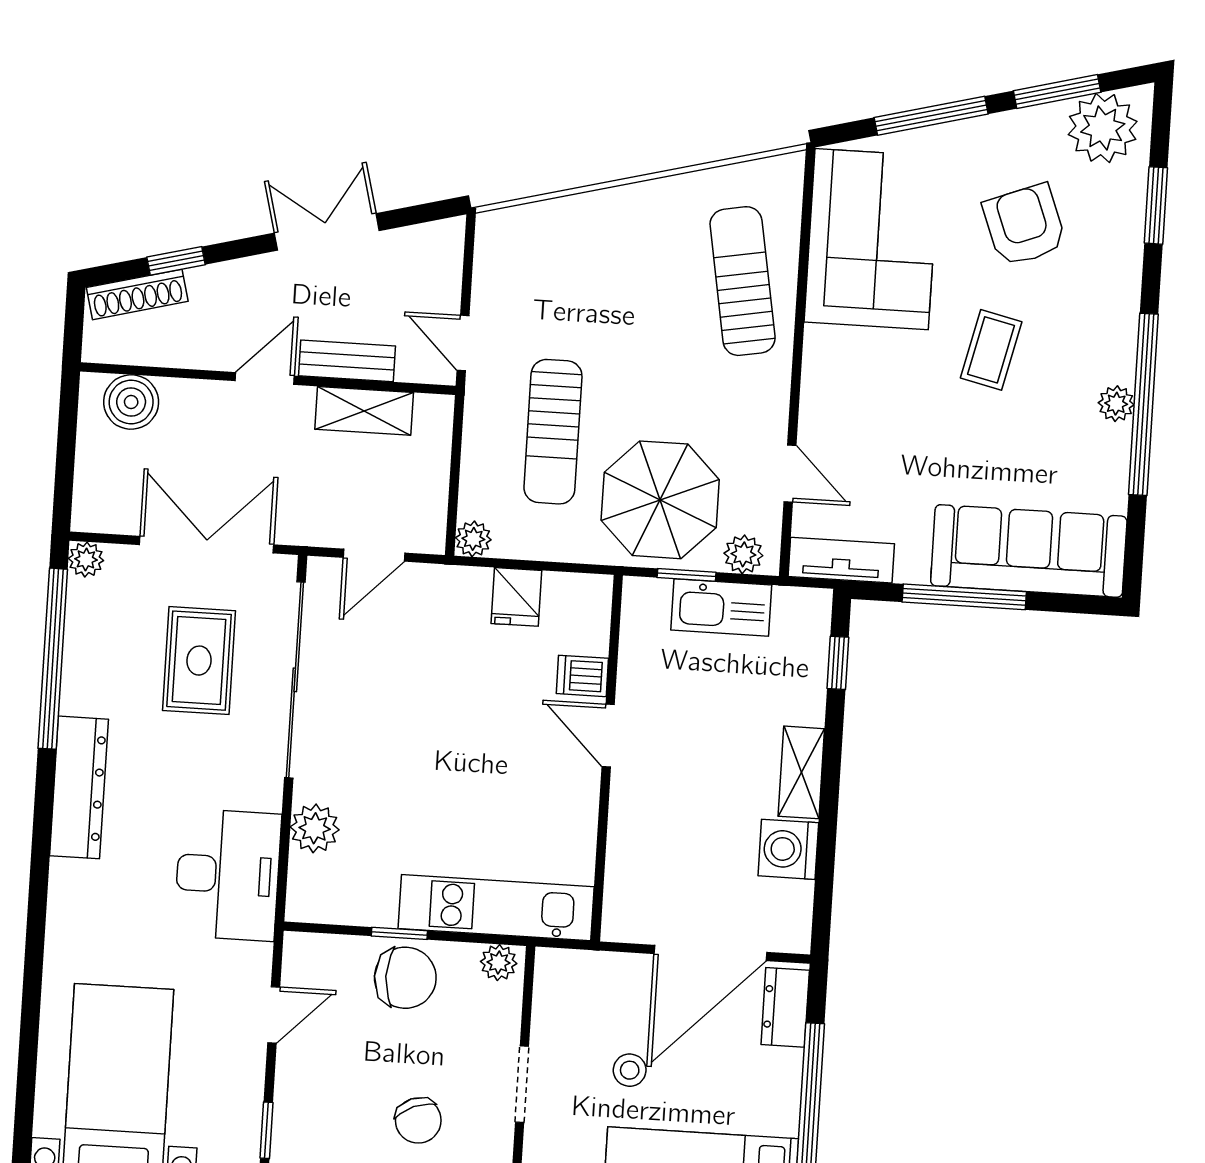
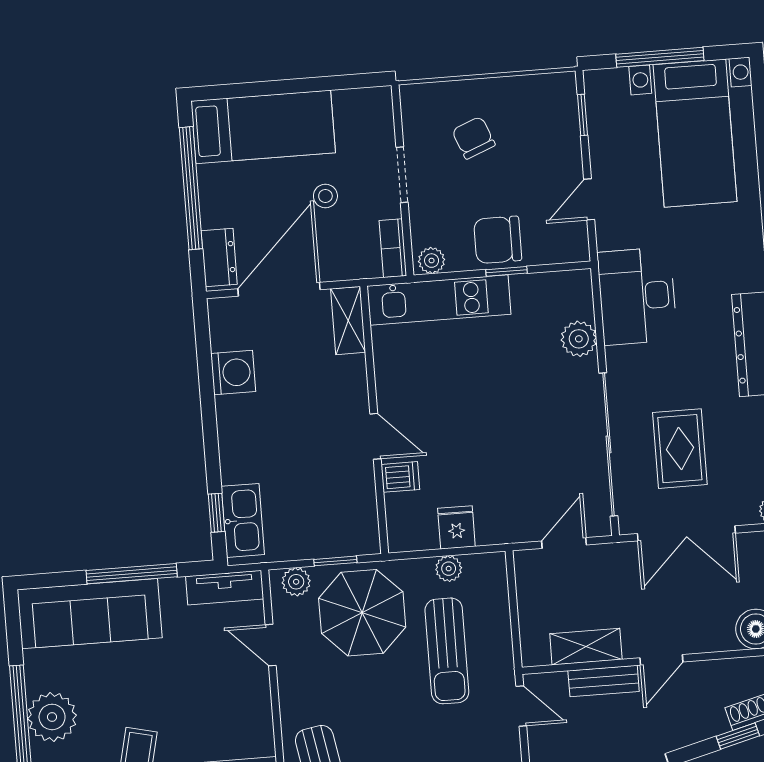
plant: (1116, 404) -> (52, 717), width x1.87, depth x1.87
sun lounger: (553, 432) -> (447, 651), turned 180
plant: (473, 539) -> (449, 569), moved
kitchen sink: (721, 607) -> (243, 520), moved, turned 90
shelving: (801, 772) -> (348, 321), moved
bookcase: (548, 987) -> (393, 248), added

